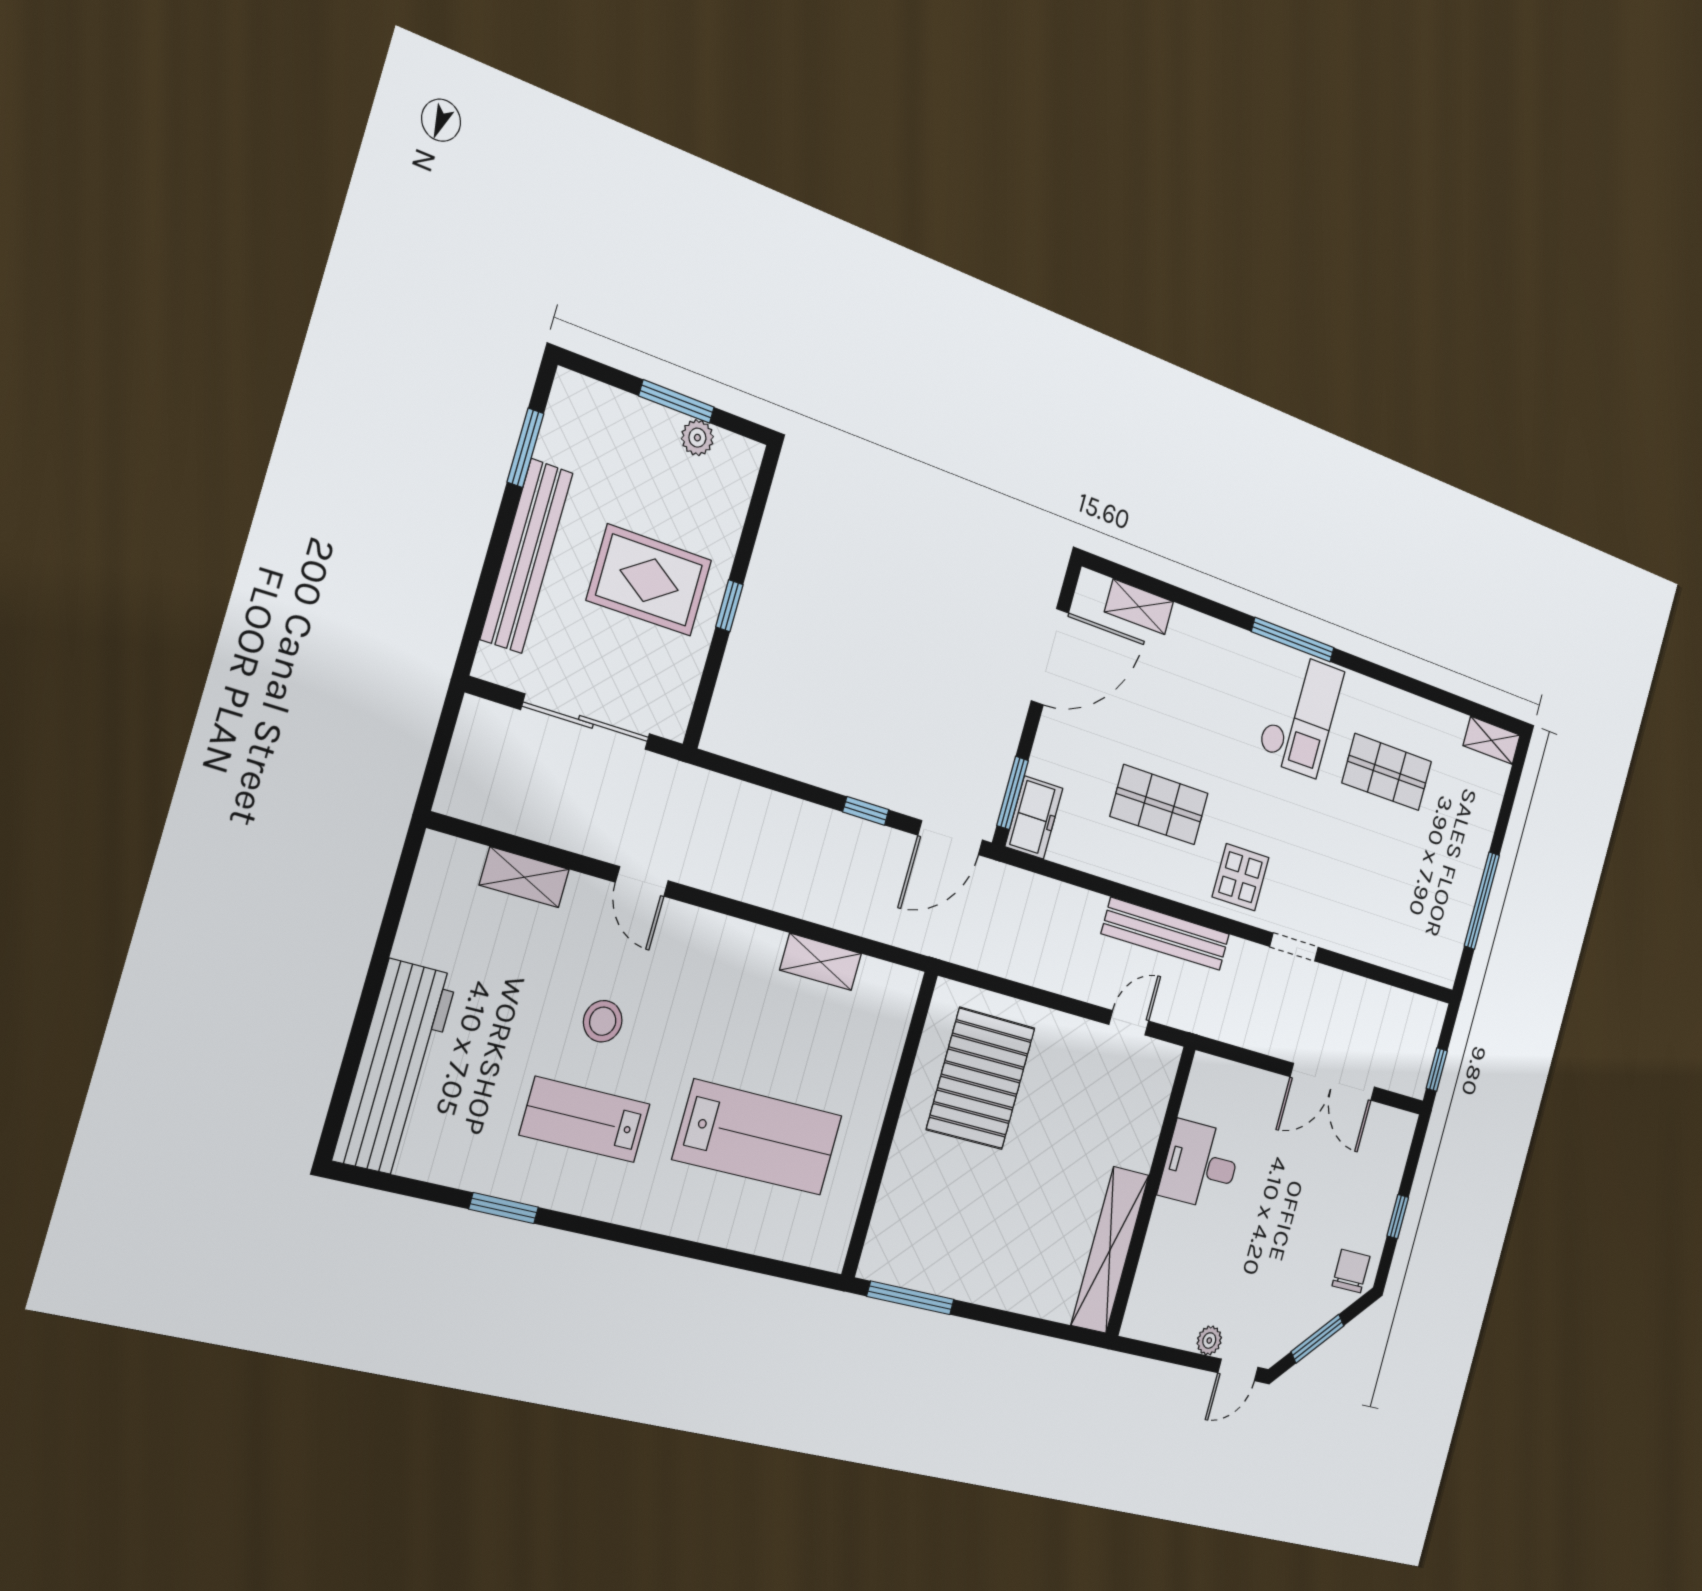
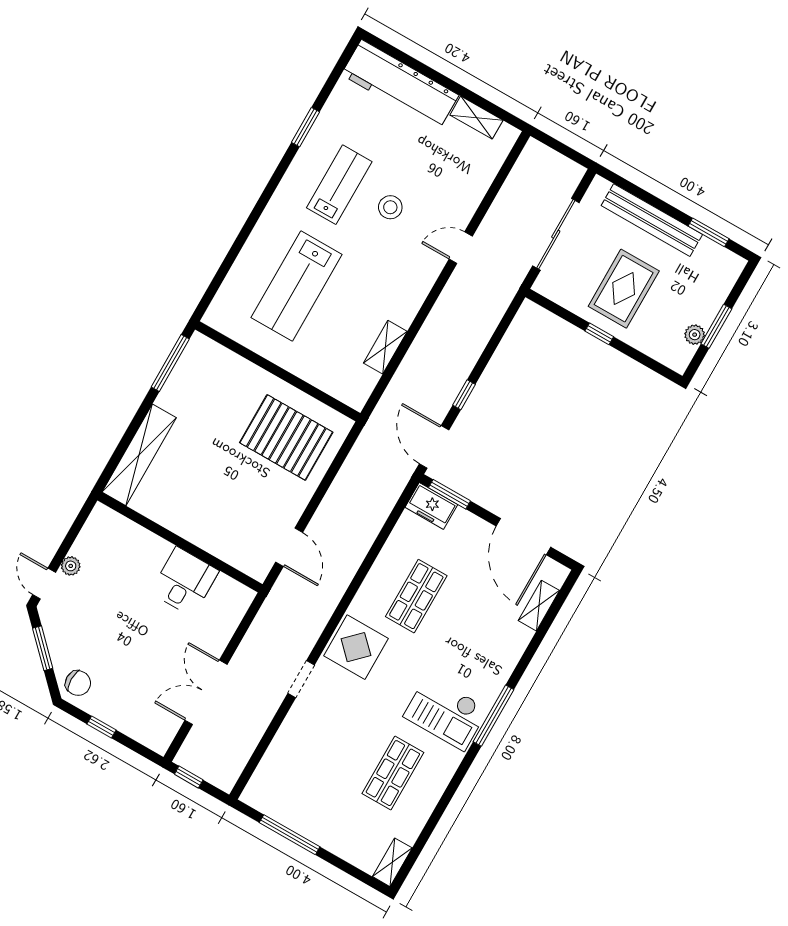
shelving: (524, 877) -> (476, 118), moved, turned 90
display table: (1241, 877) -> (356, 647), width x1.36, depth x1.36
bench: (1166, 934) -> (336, 585), removed
door: (1129, 1023) -> (289, 547), width x1.38
shelving: (1110, 1250) -> (139, 455), moved, turned 90

